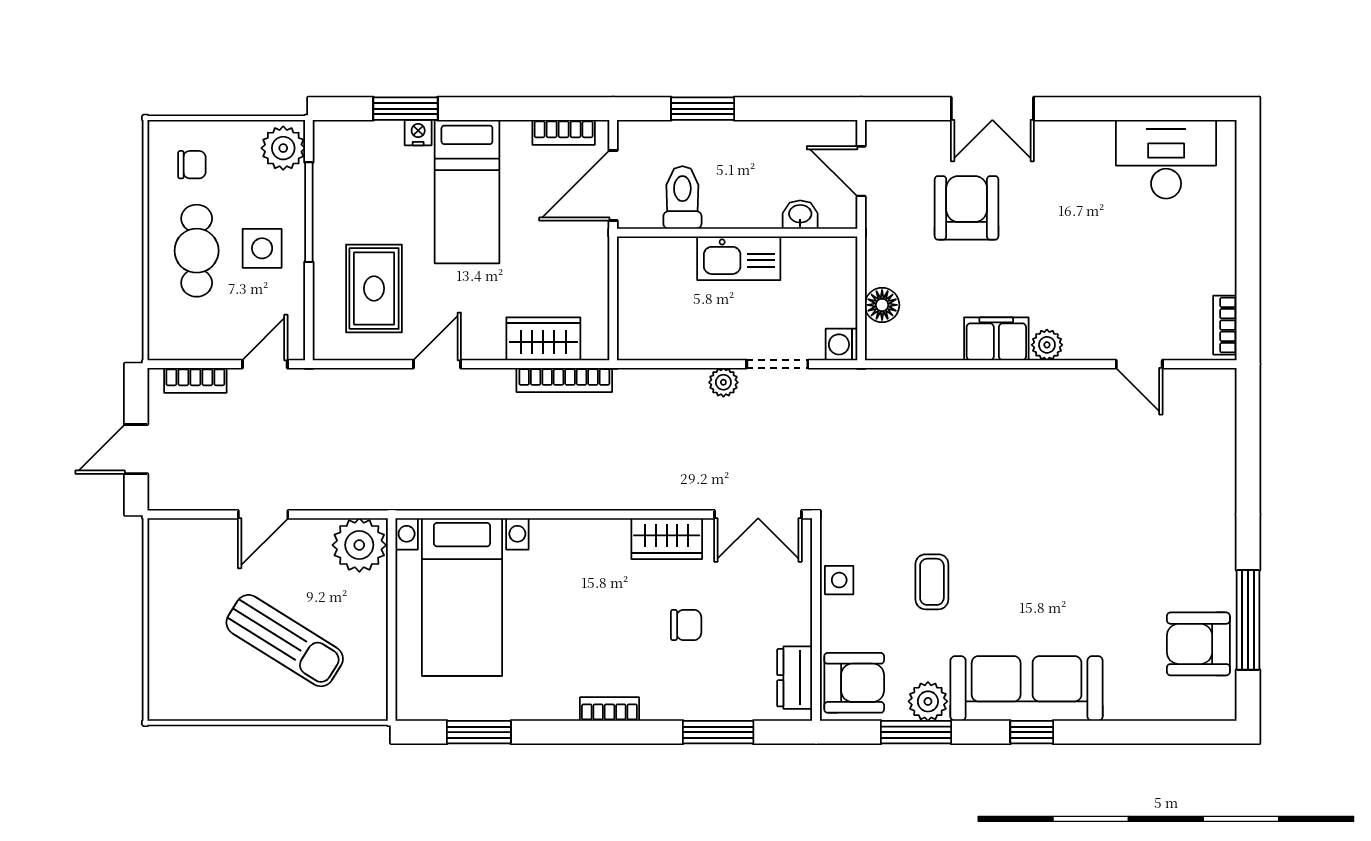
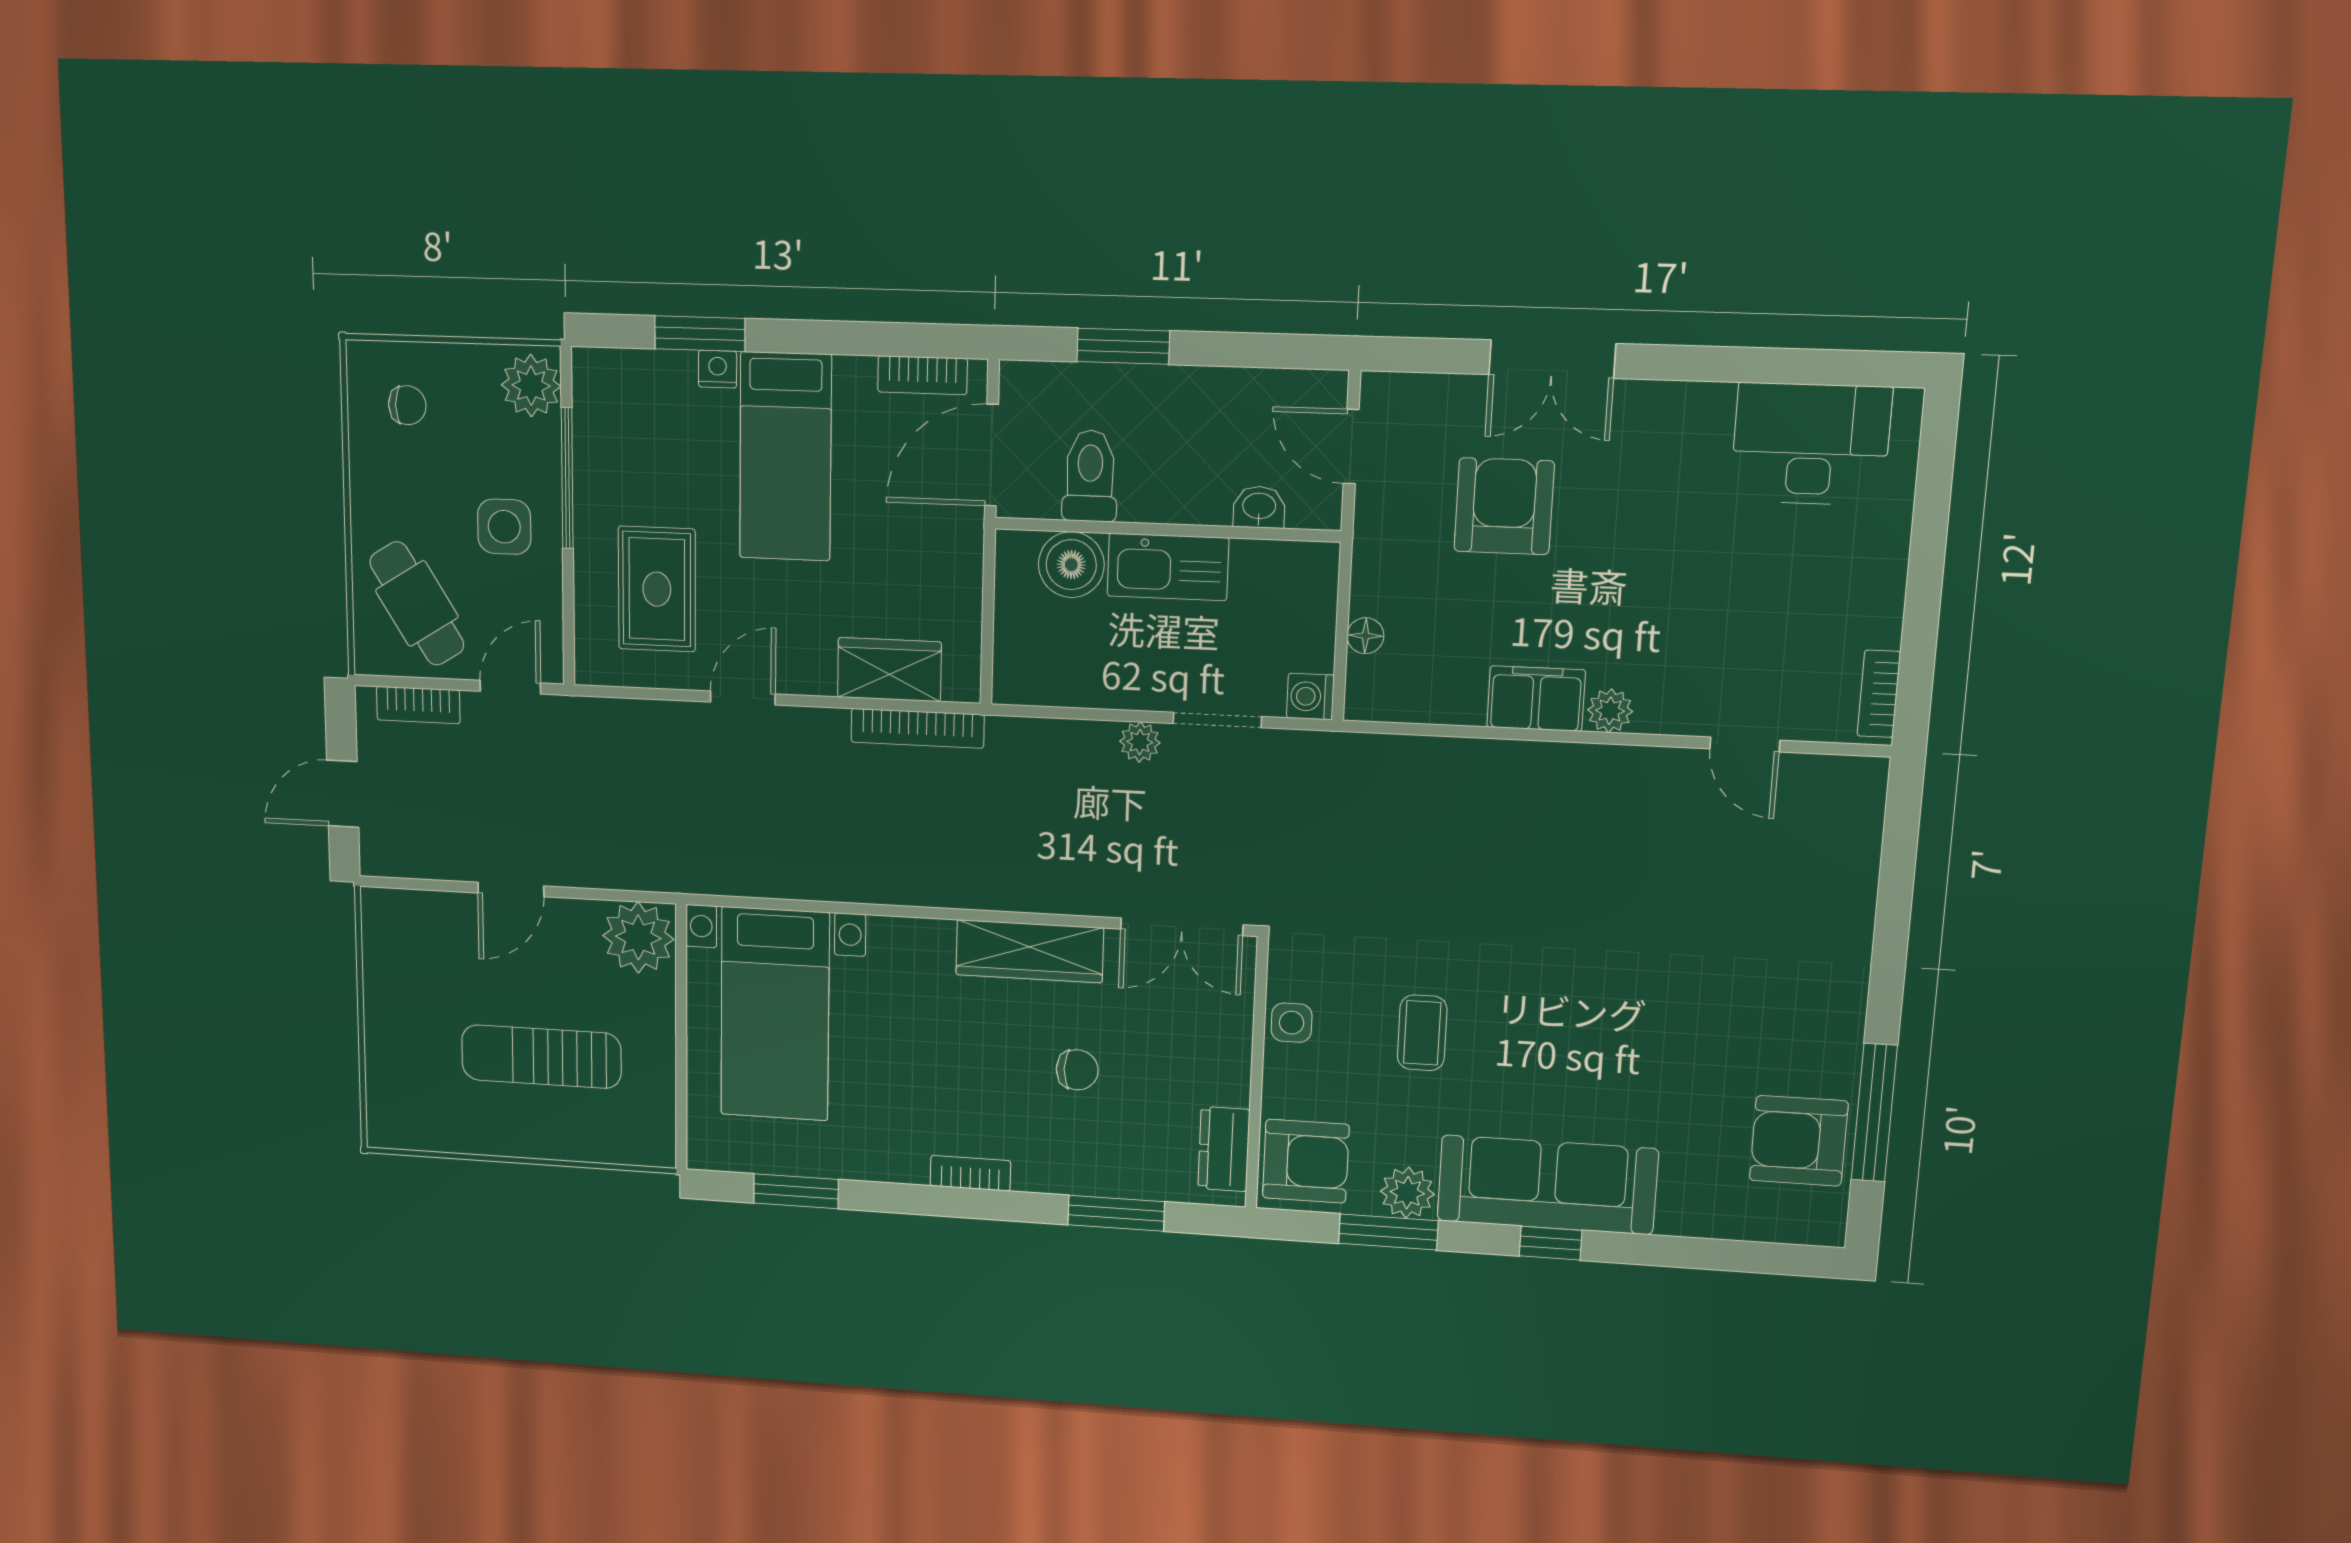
cafe table: (197, 251) -> (417, 604), moved, turned -32
boiler: (671, 259) -> (1071, 565), added
floor lamp: (882, 305) -> (1365, 636), width x0.73, depth x0.73
wardrobe: (667, 539) -> (1030, 951), width x1.50
sun lounger: (285, 641) -> (541, 1057), turned 148

